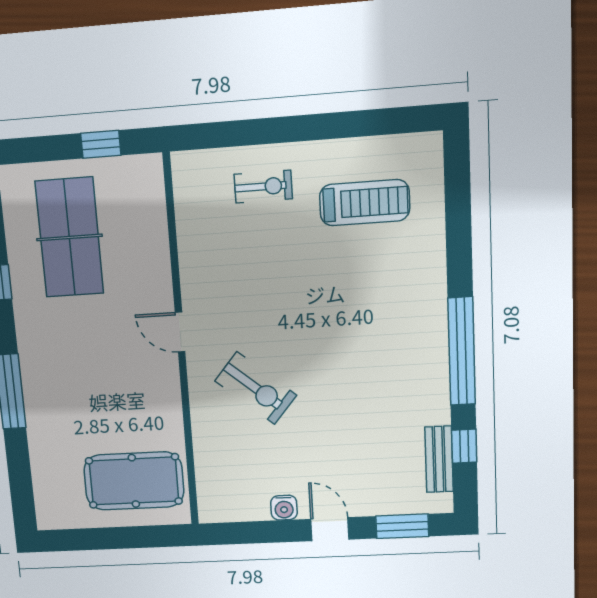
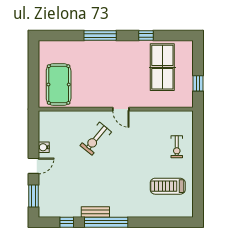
treadmill: (365, 203) -> (168, 186), turned 90
table tennis table: (69, 237) -> (162, 67), turned 90
door: (180, 332) -> (121, 109), swing flipped
bench: (439, 459) -> (95, 212), moved

